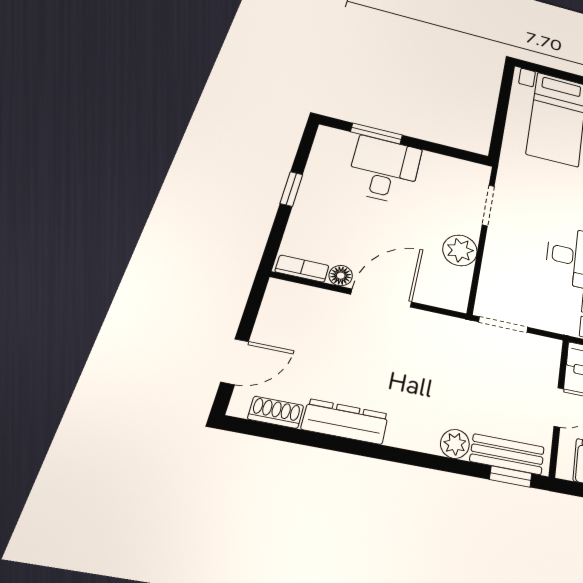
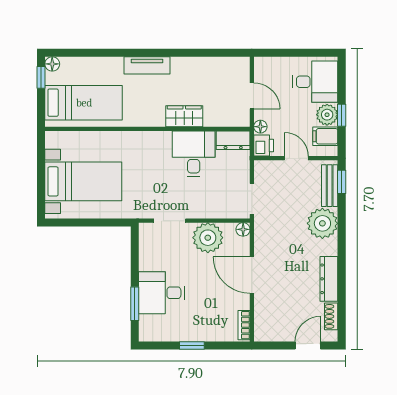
plant: (460, 250) -> (208, 238), width x1.36, depth x1.36
floor lamp: (341, 276) -> (243, 229), moved
door: (235, 362) -> (308, 346), hinge flipped
plant: (455, 444) -> (322, 223), width x1.88, depth x1.88

